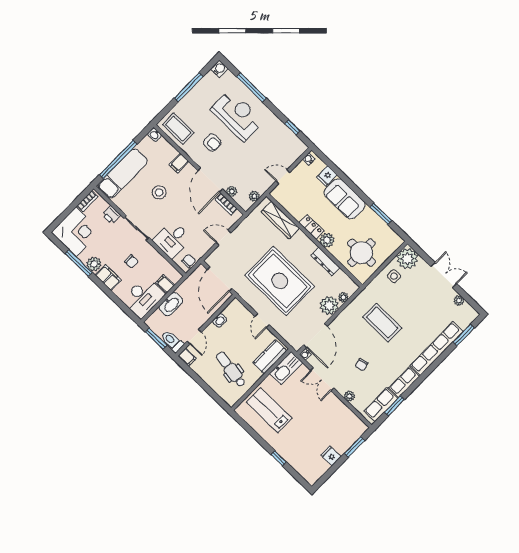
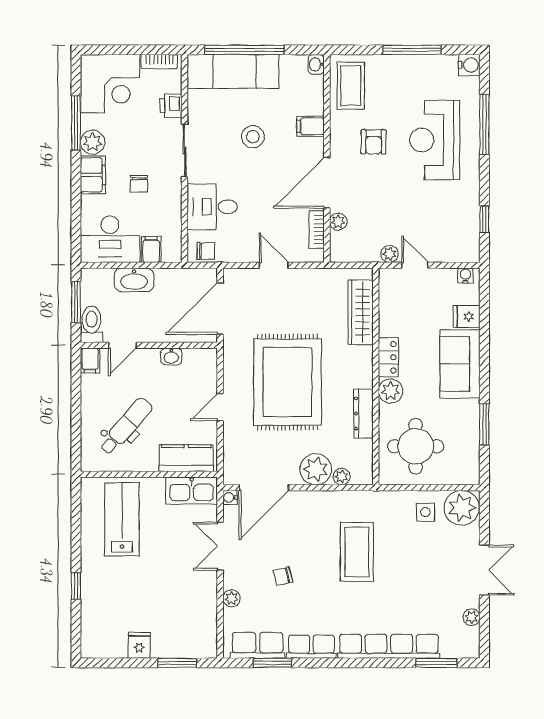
reception desk: (237, 115) -> (435, 140), turned 180
plant: (254, 196) -> (390, 254), moved
dental chair: (231, 369) -> (126, 426), turned 32

